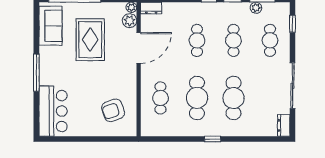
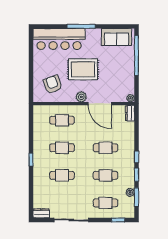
plant: (130, 21) -> (81, 97), moved
rug: (90, 40) -> (83, 69), moved
cafe table: (197, 98) -> (62, 148), width x0.73, depth x0.74
cafe table: (233, 98) -> (62, 175), width x0.73, depth x0.74
bar counter: (53, 111) -> (59, 39), width x1.36

